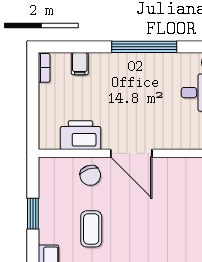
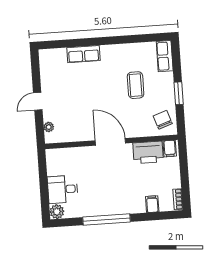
filing cabinet: (50, 138) -> (170, 149), added
chair: (90, 175) -> (163, 120), moved

